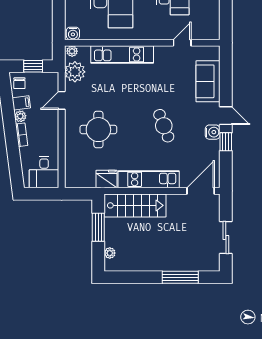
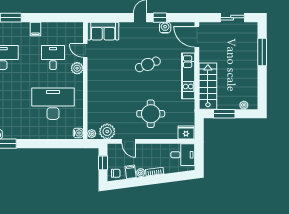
plant: (159, 32) -> (77, 68), added
kitchen unit: (122, 55) -> (94, 96), removed
sofa: (208, 81) -> (103, 31), moved
water cooler: (213, 132) -> (165, 28), moved
fridge: (107, 179) -> (186, 133), moved, turned 90

